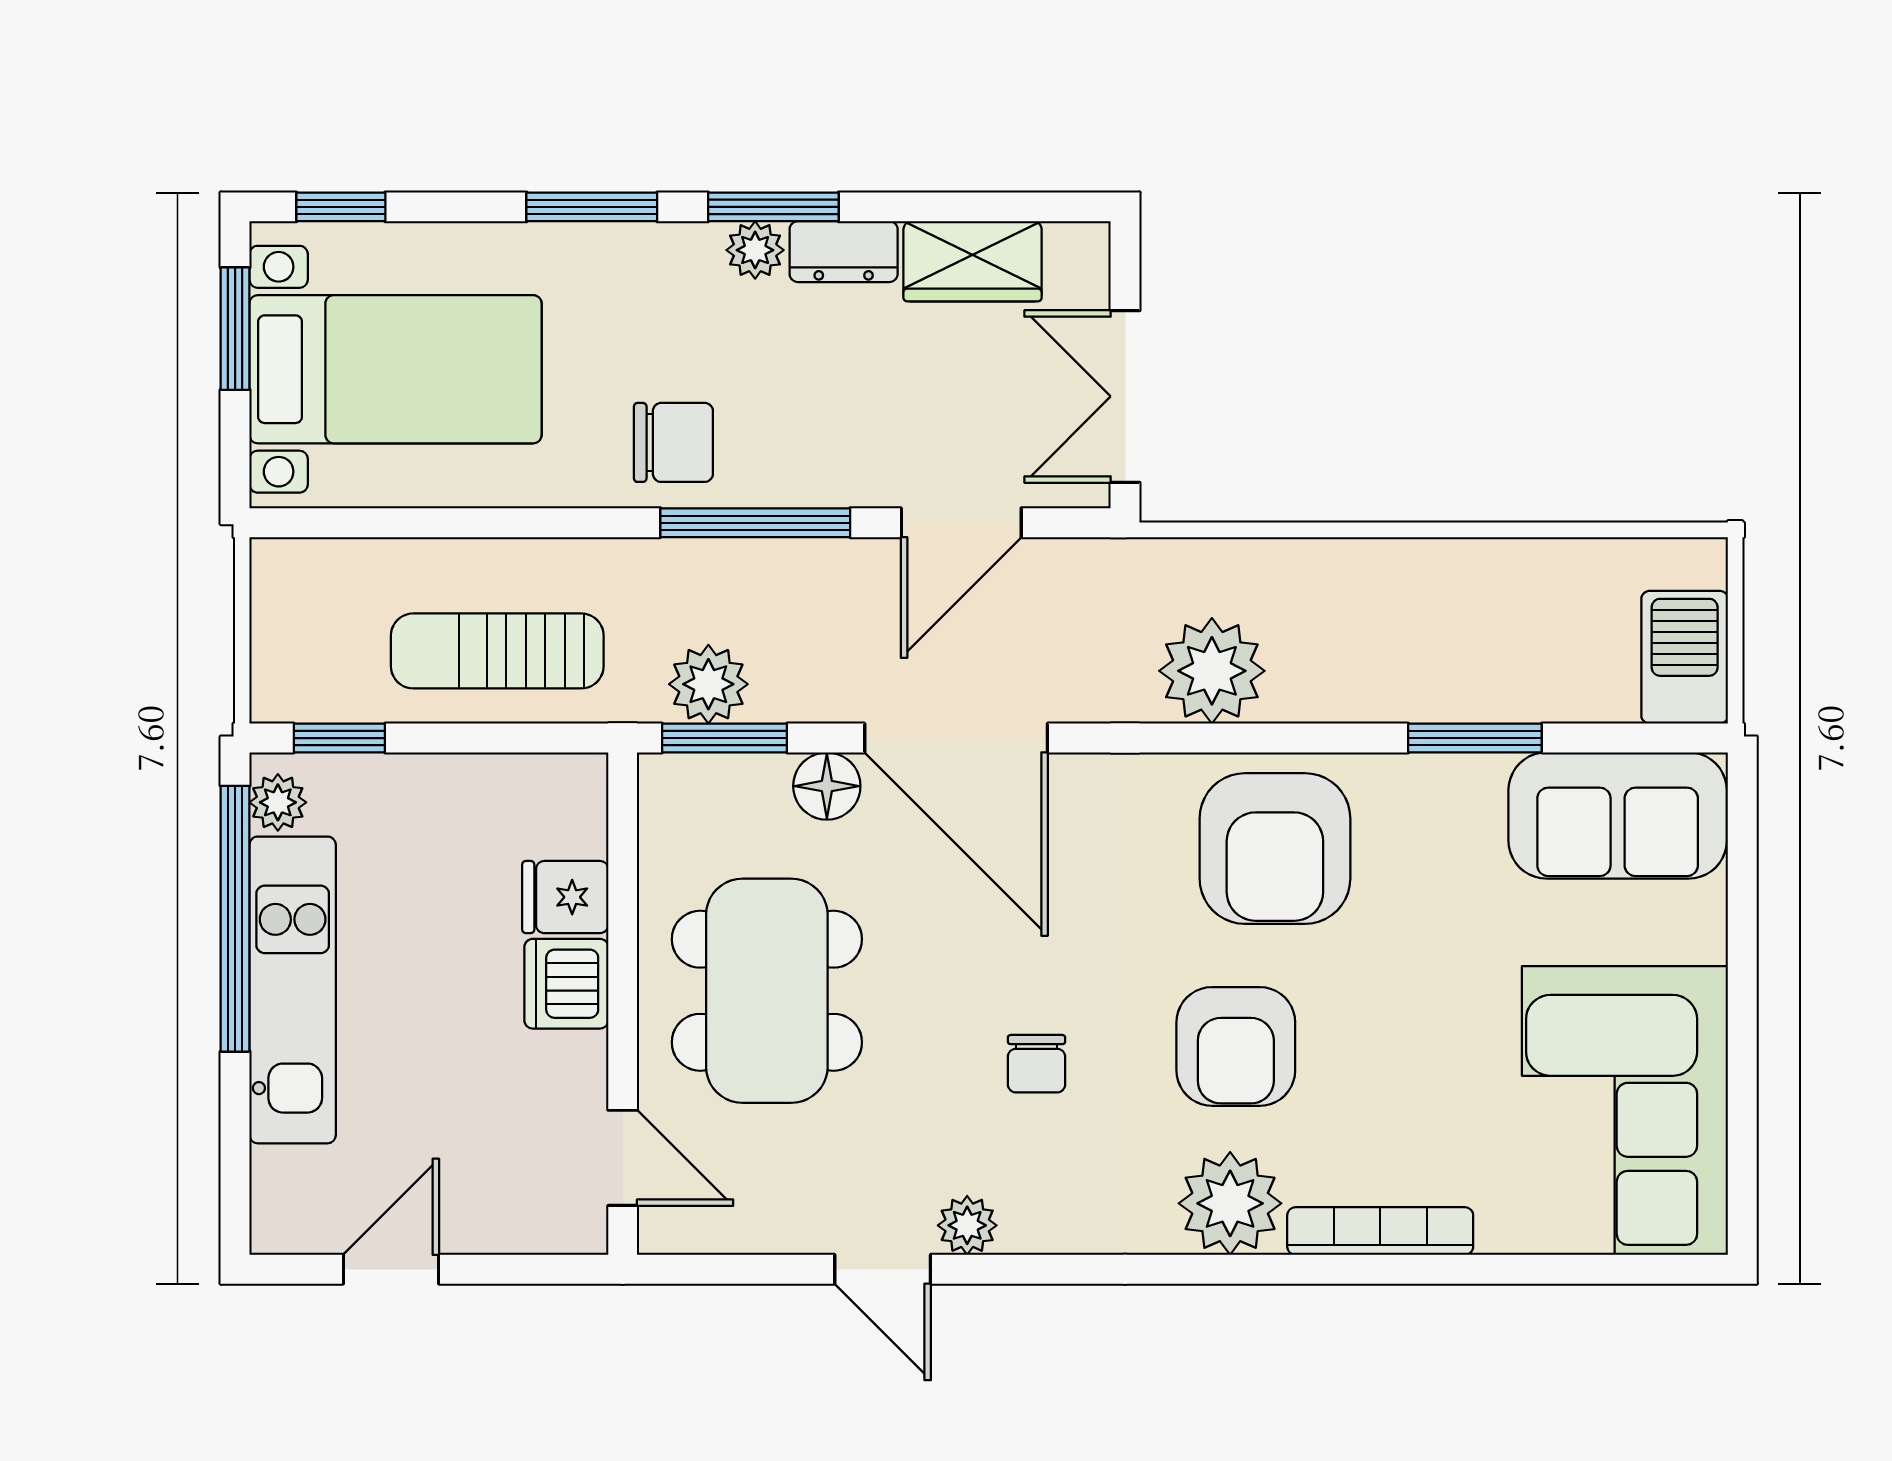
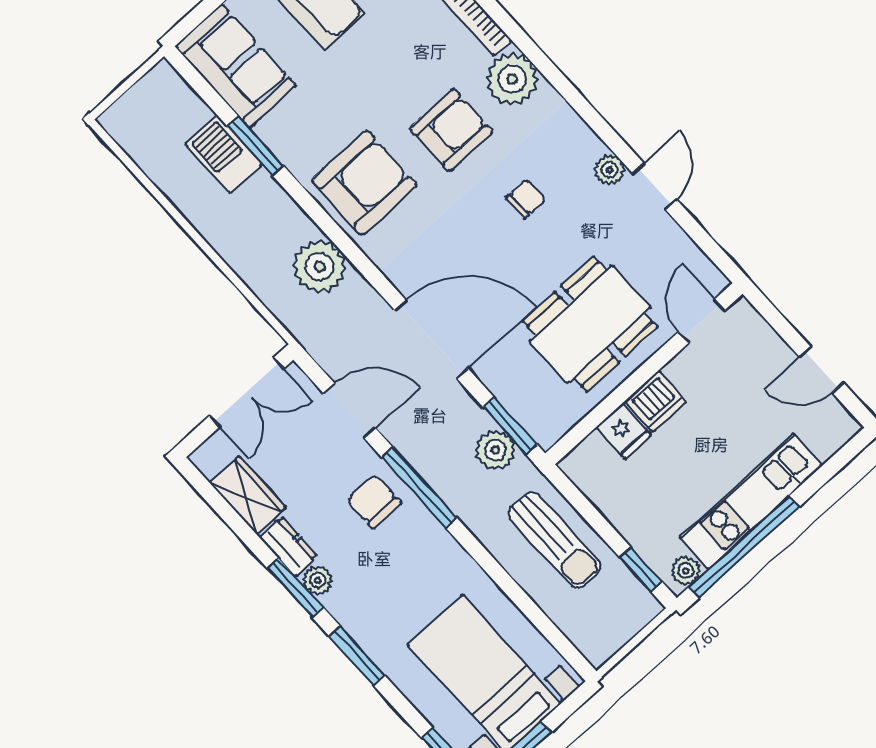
chair: (673, 442) -> (374, 501), moved
barbecue: (1685, 657) -> (224, 154), moved, turned 90
door: (956, 738) -> (431, 339), hinge flipped
floor lamp: (827, 786) -> (493, 371), removed

